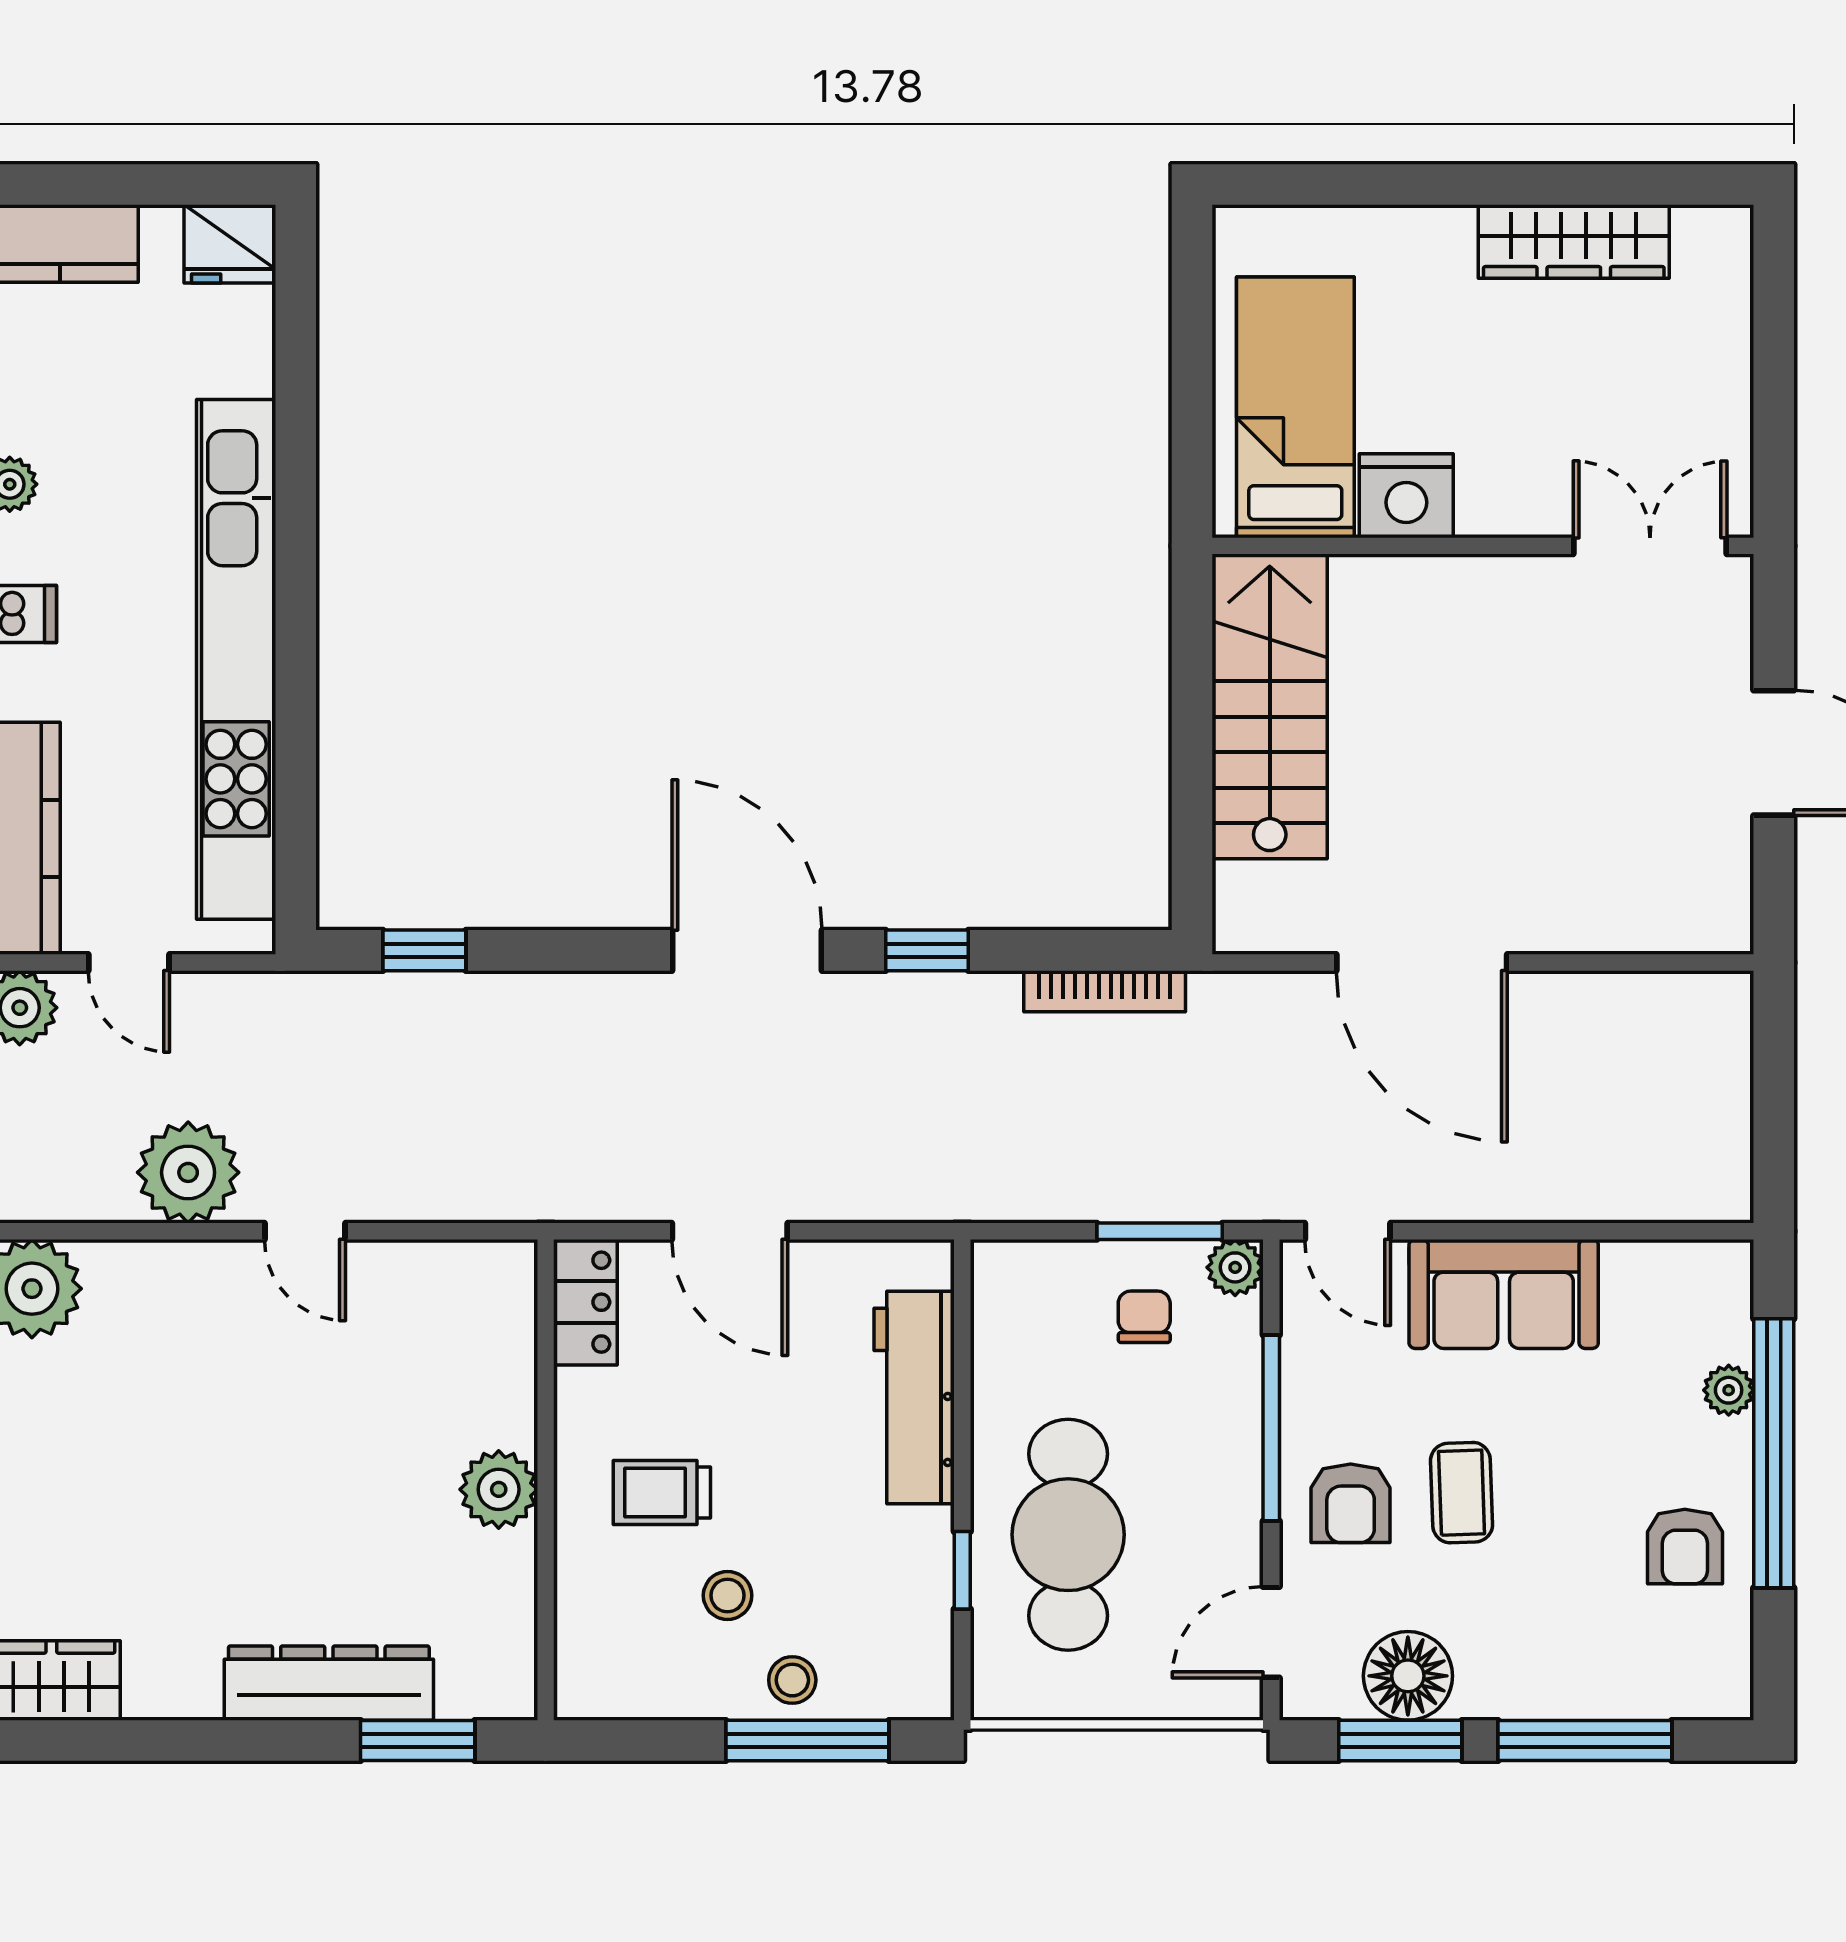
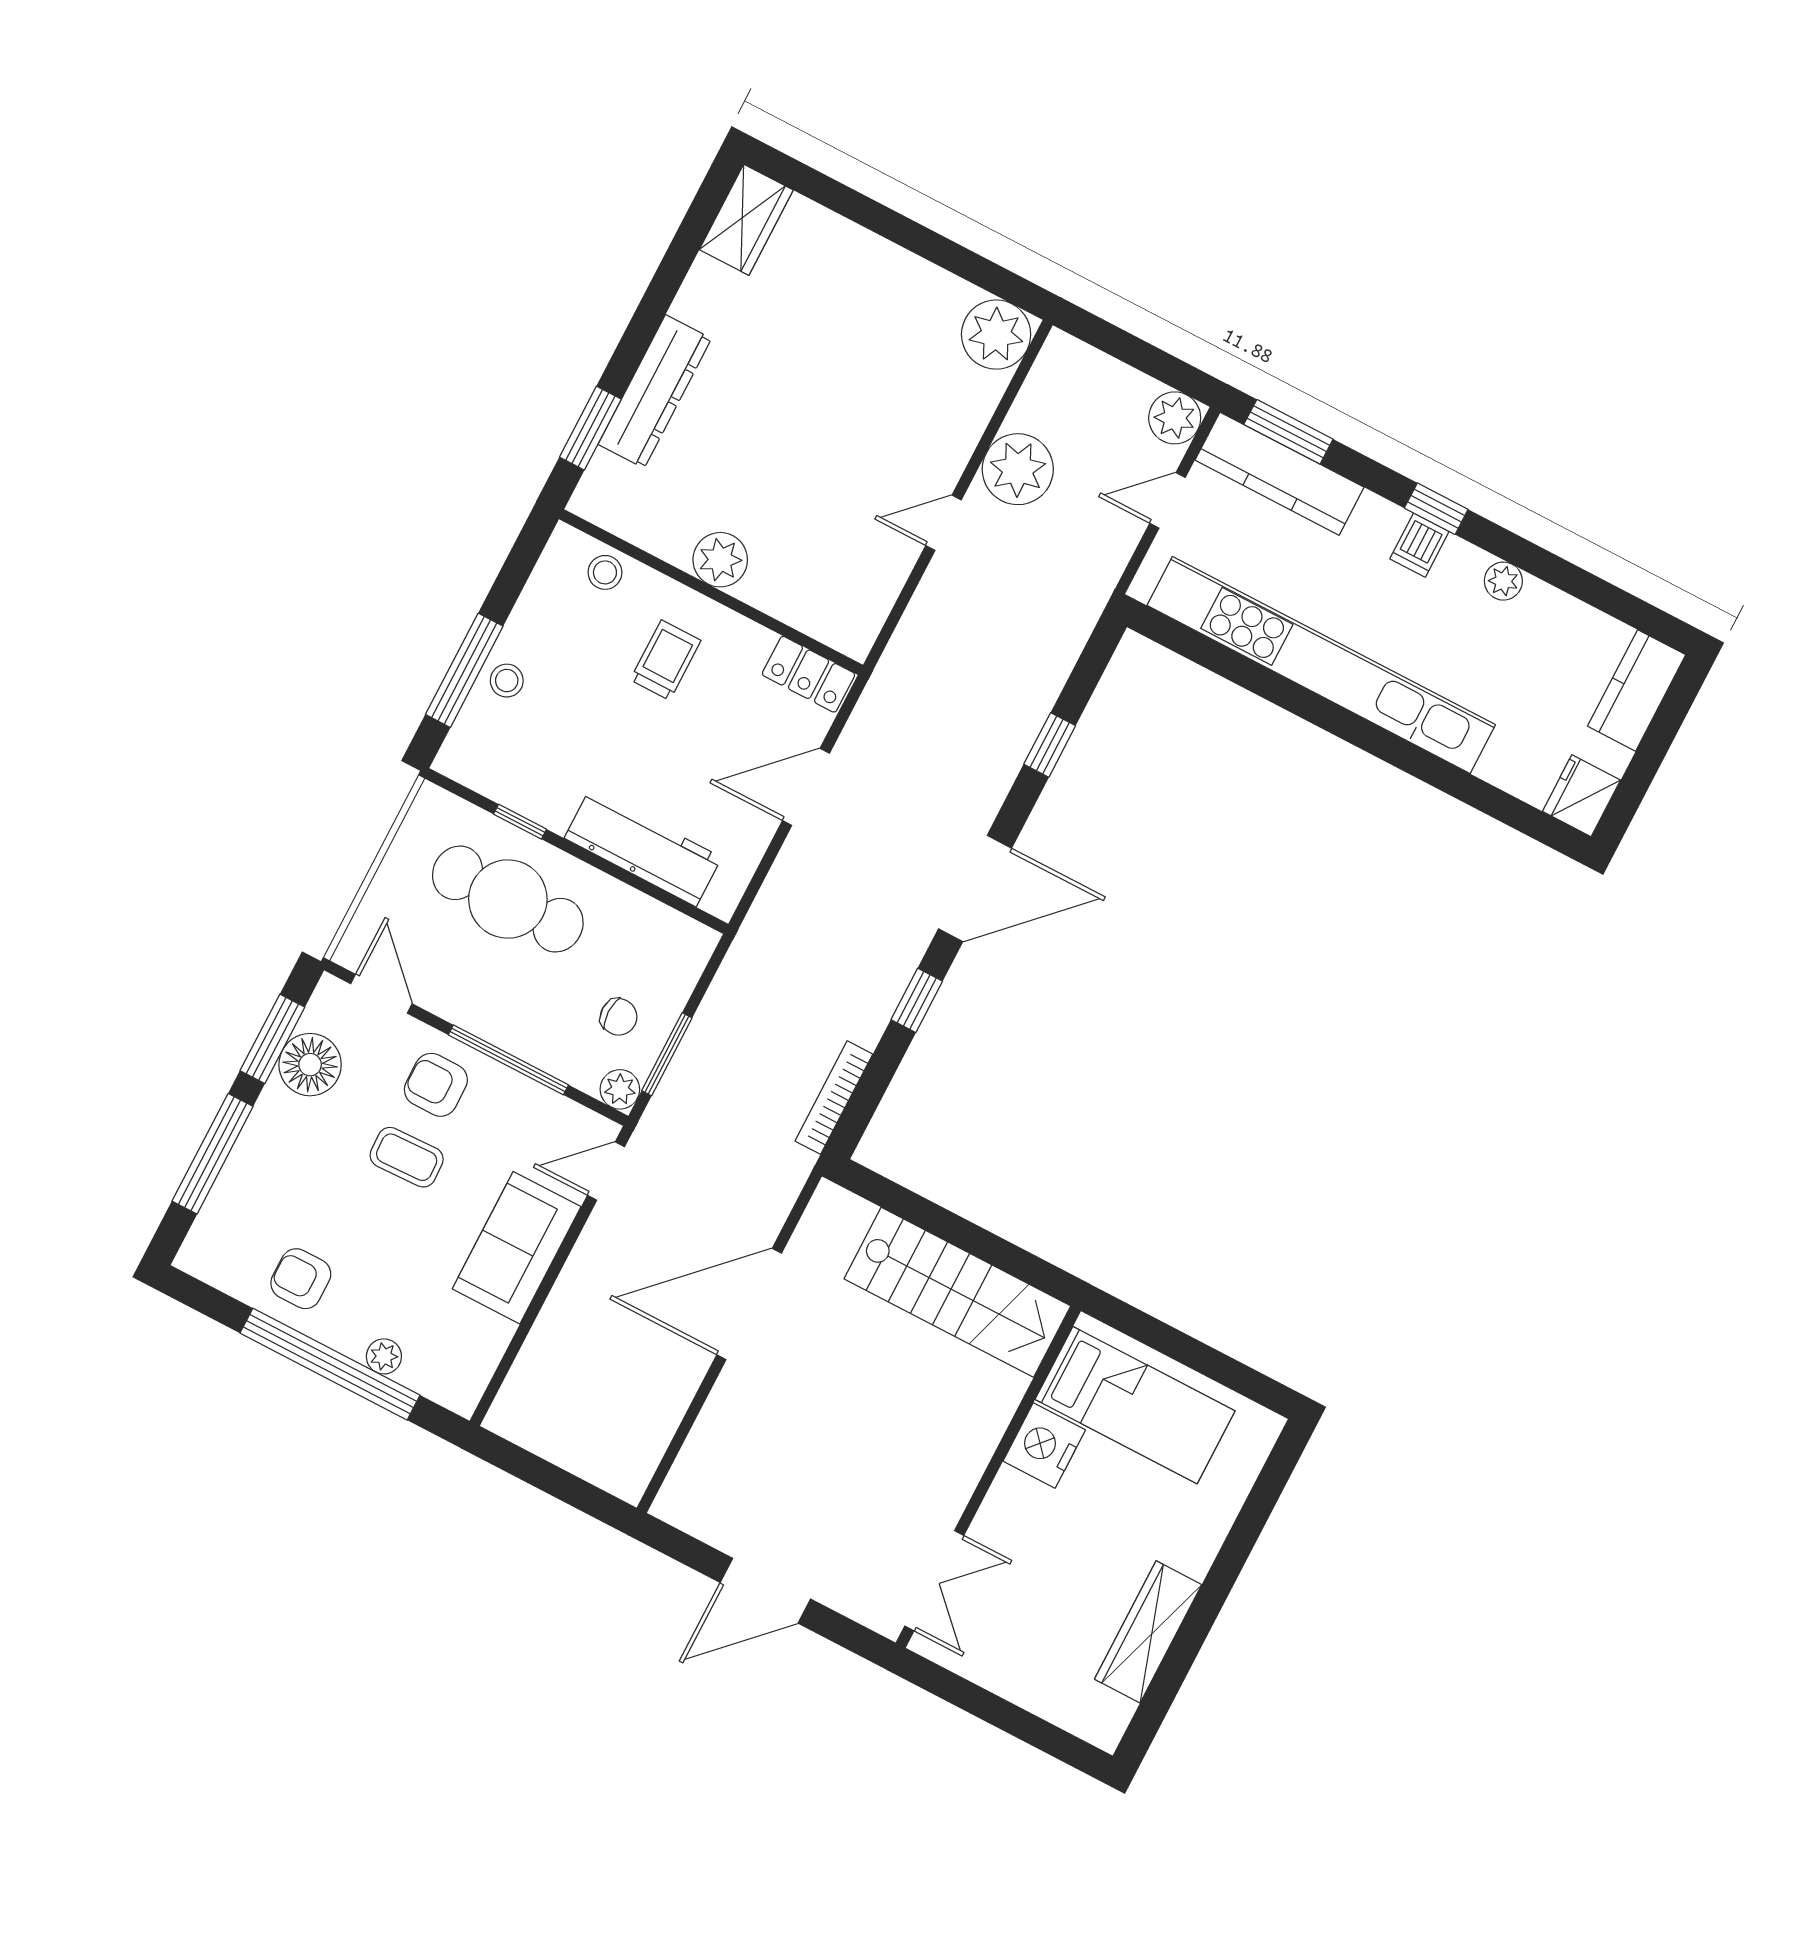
window: (424, 950) -> (1050, 745), moved
stool: (728, 1595) -> (605, 572), moved

